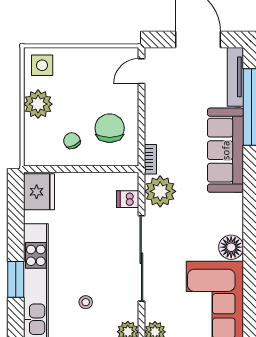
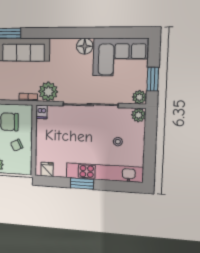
fridge: (39, 192) -> (47, 169), width x0.53, depth x0.75
dishwasher: (128, 199) -> (42, 112), moved
window: (16, 279) -> (82, 184), moved

